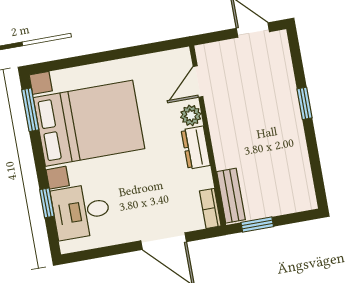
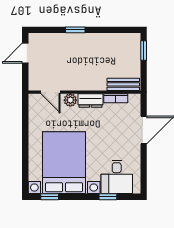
window: (30, 110) -> (50, 197), width x0.67
bookcase: (210, 208) -> (116, 98), moved
window: (257, 224) -> (144, 51), moved

